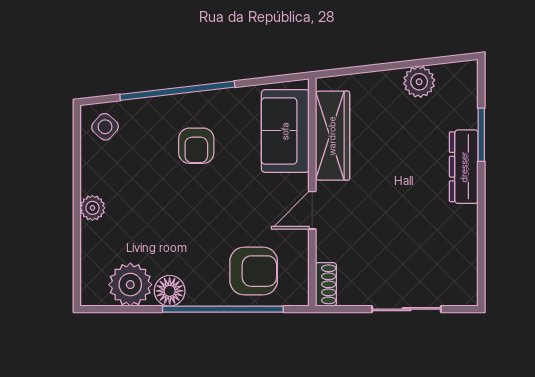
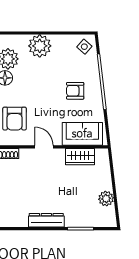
wardrobe: (332, 136) -> (80, 157), width x0.67
dresser: (464, 167) -> (46, 220), moved
plant: (92, 208) -> (40, 46), width x1.87, depth x1.87

